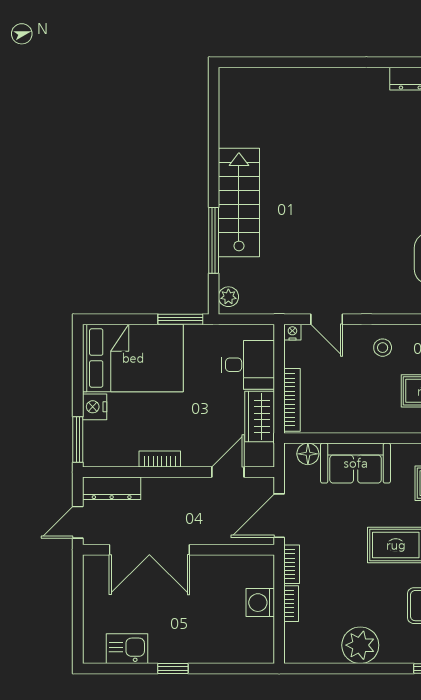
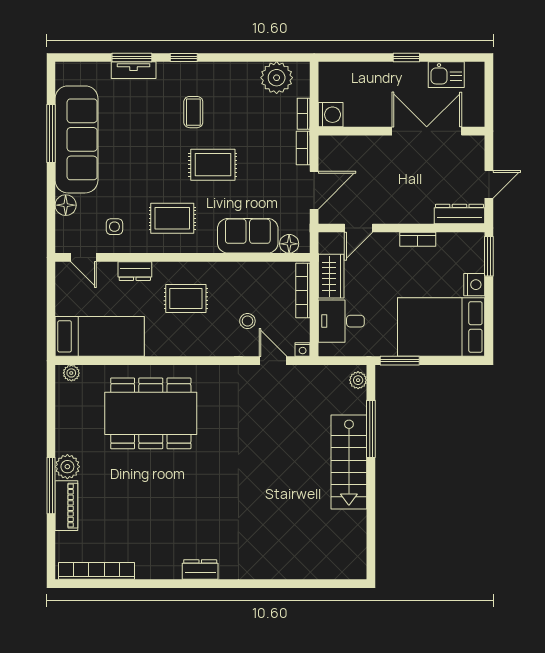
stool: (383, 348) -> (247, 321), moved
double door: (149, 550) -> (427, 131), moved
wall: (178, 550) -> (401, 131), moved
plant: (360, 645) -> (277, 78), moved

